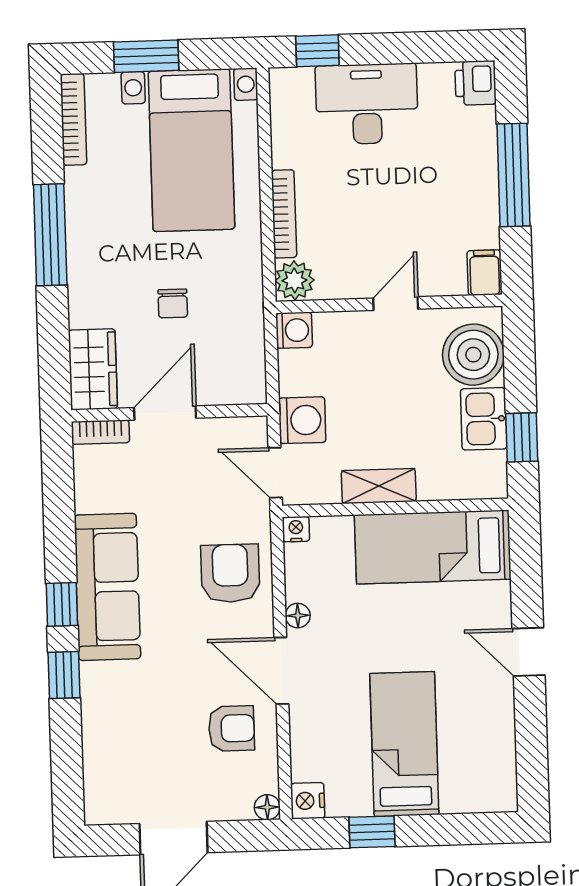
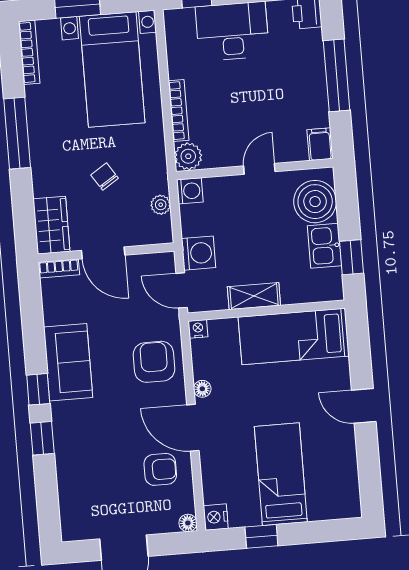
chair: (173, 303) -> (105, 177), turned 147
plant: (251, 348) -> (161, 205), added
door: (165, 413) -> (103, 253), swing flipped
sofa: (107, 587) -> (68, 362), width x0.73

